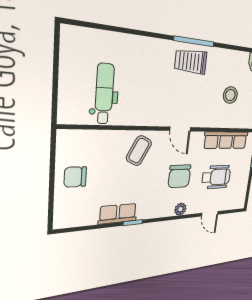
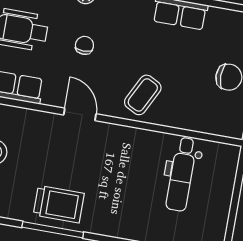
chair: (179, 176) -> (84, 45), width x0.54, depth x0.54

